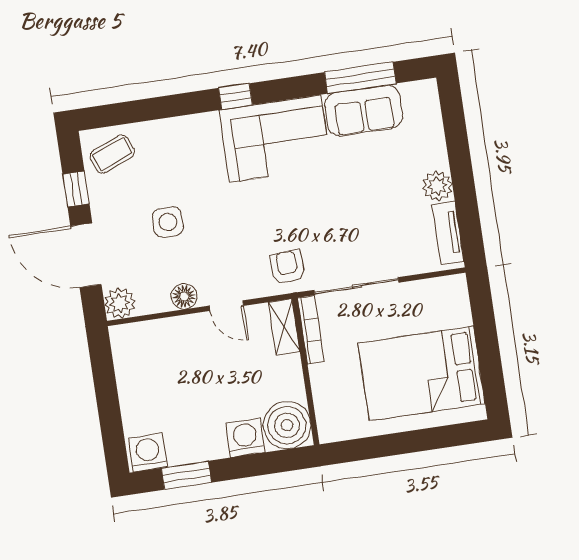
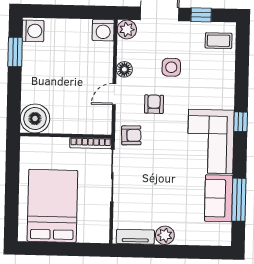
coffee table: (112, 154) -> (219, 41), turned -68
armchair: (231, 239) -> (154, 104), added
shelving: (284, 327) -> (95, 127), removed
washing machine: (245, 438) -> (103, 30), moved, turned 90

